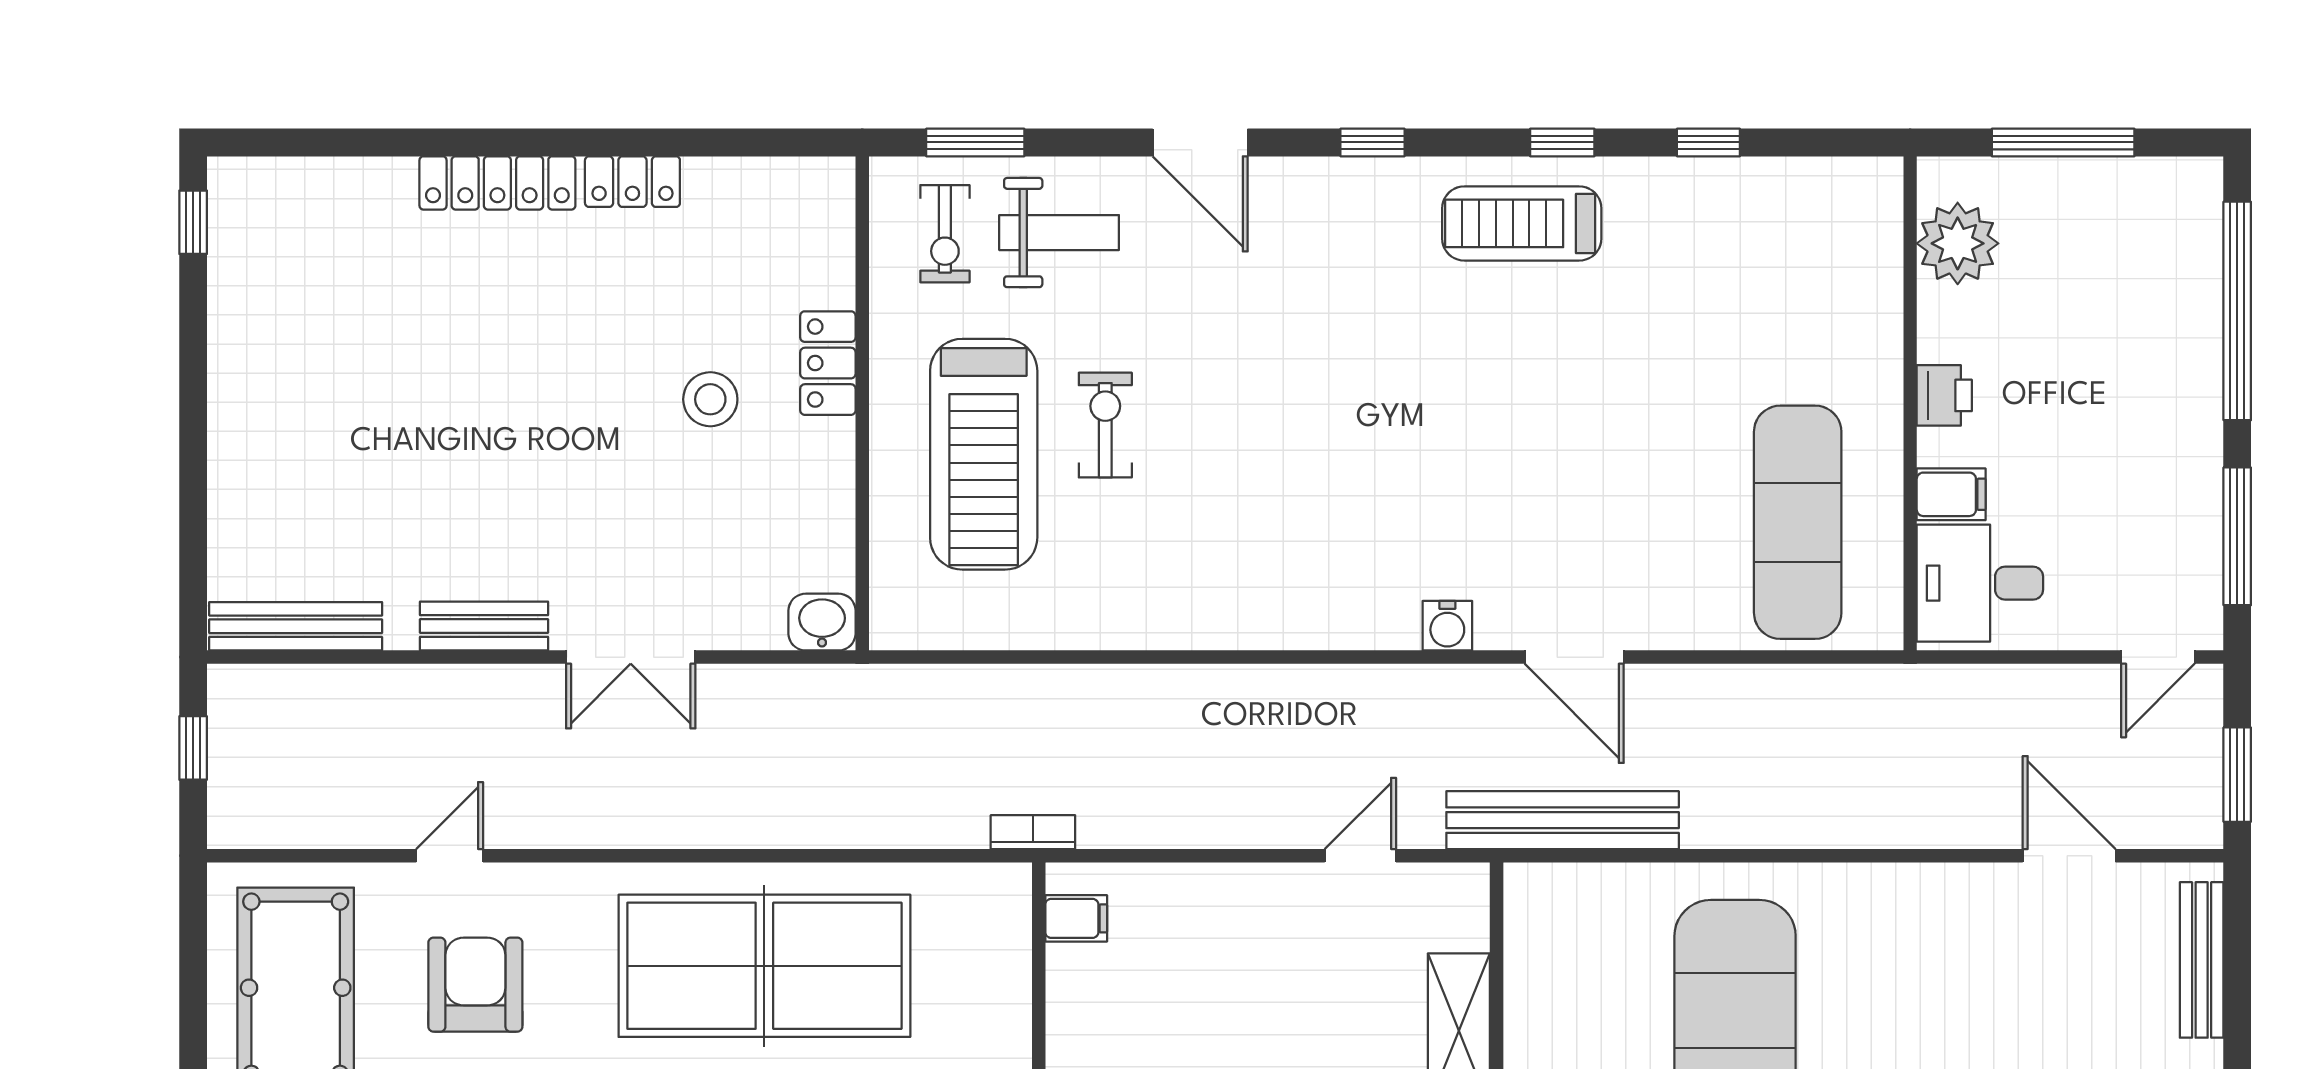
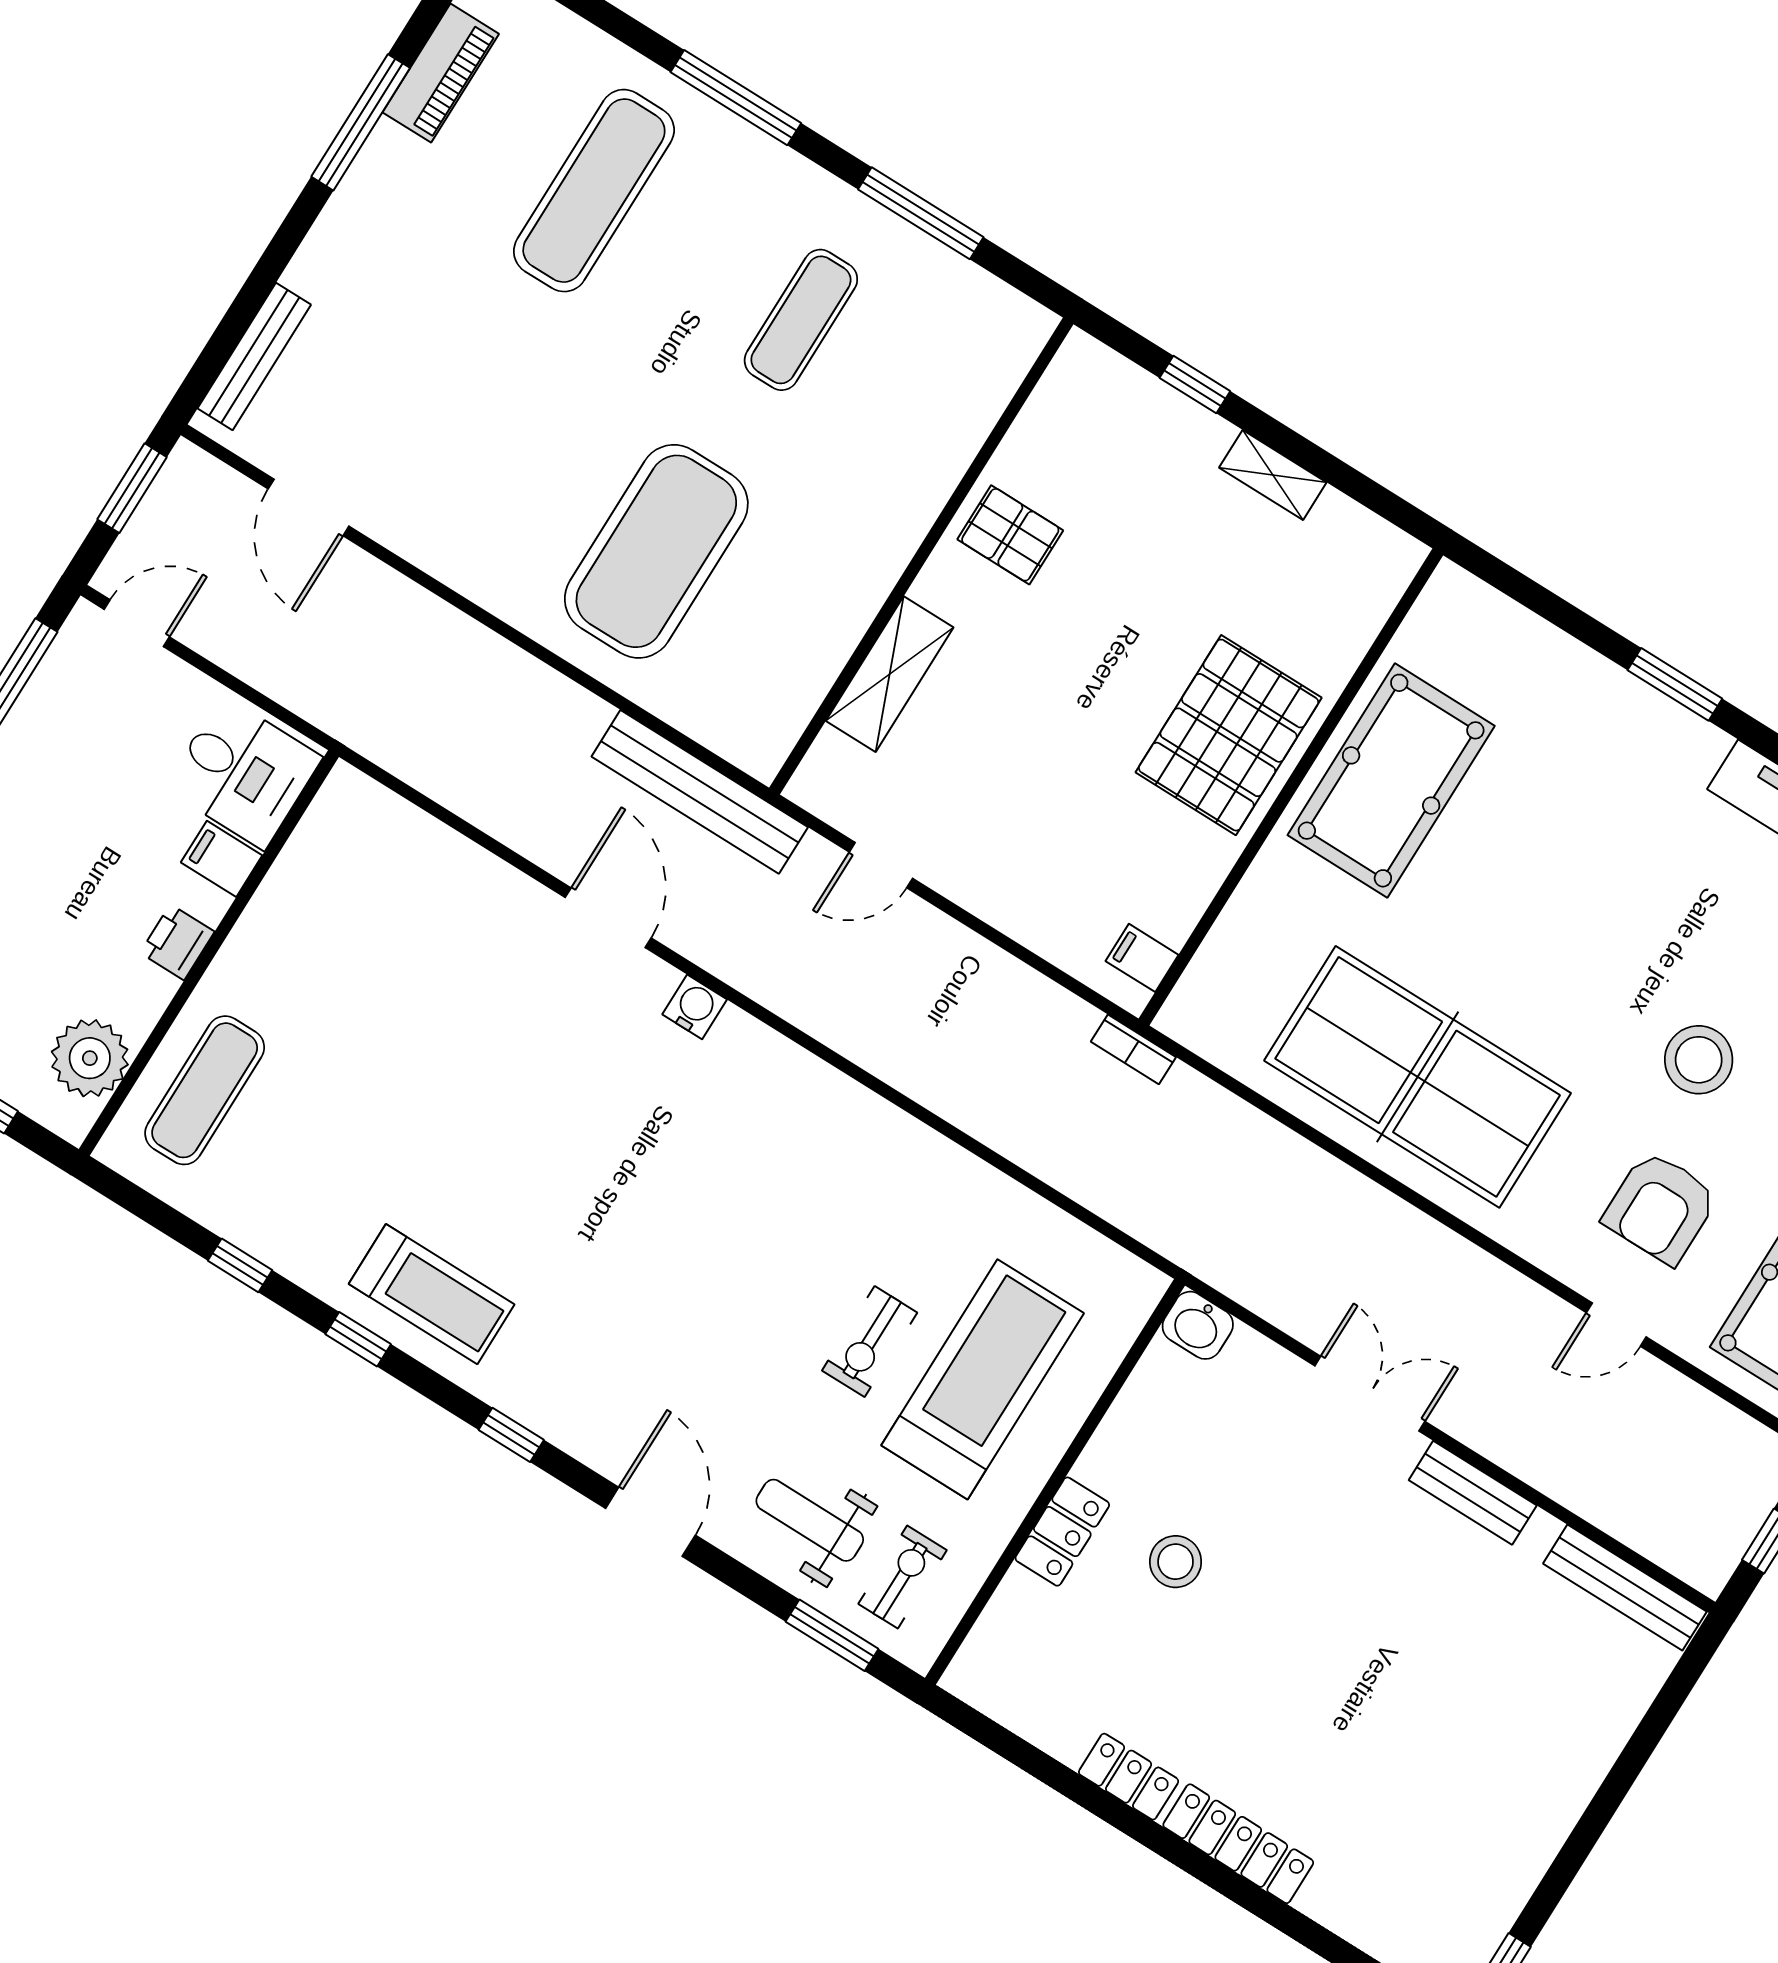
exercise mat: (1798, 522) -> (205, 1090), moved, width x0.73, depth x0.69

